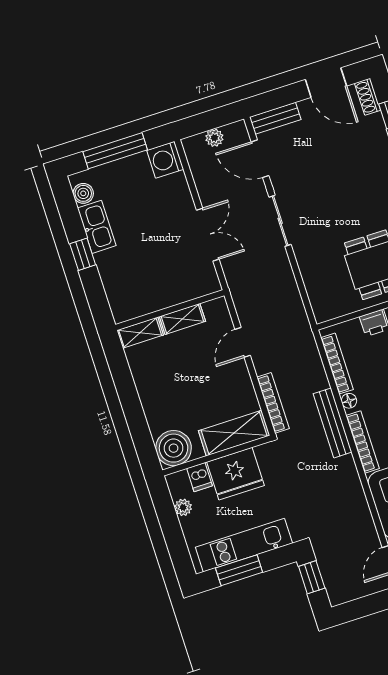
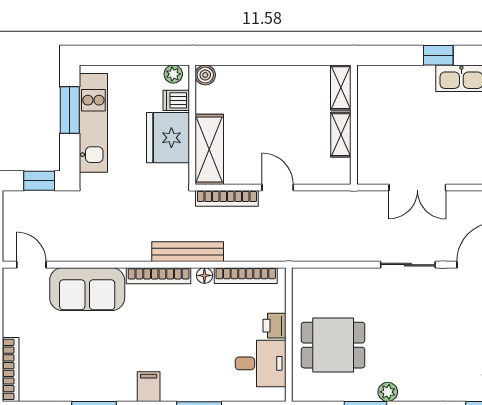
door: (243, 342) -> (278, 187), moved
boiler: (174, 448) -> (205, 75), width x0.54, depth x0.54
plant: (183, 507) -> (173, 74), moved

